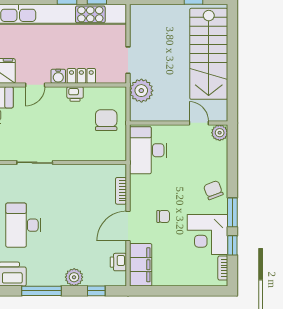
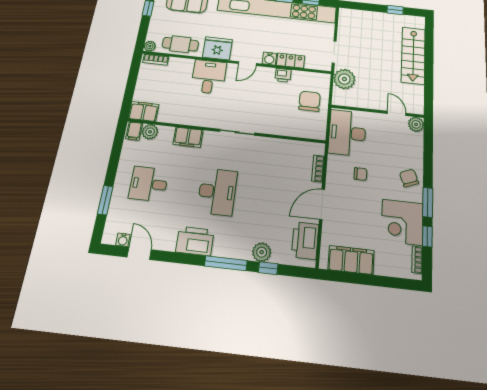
stairs: (209, 54) -> (413, 55), width x0.73, depth x0.66
chair: (163, 216) -> (361, 174), moved
desk: (23, 225) -> (217, 192), turned 180
printer: (118, 262) -> (305, 241), width x1.87, depth x1.48
filing cabinet: (141, 265) -> (351, 260), moved, turned -90
window: (96, 291) -> (268, 268), moved

